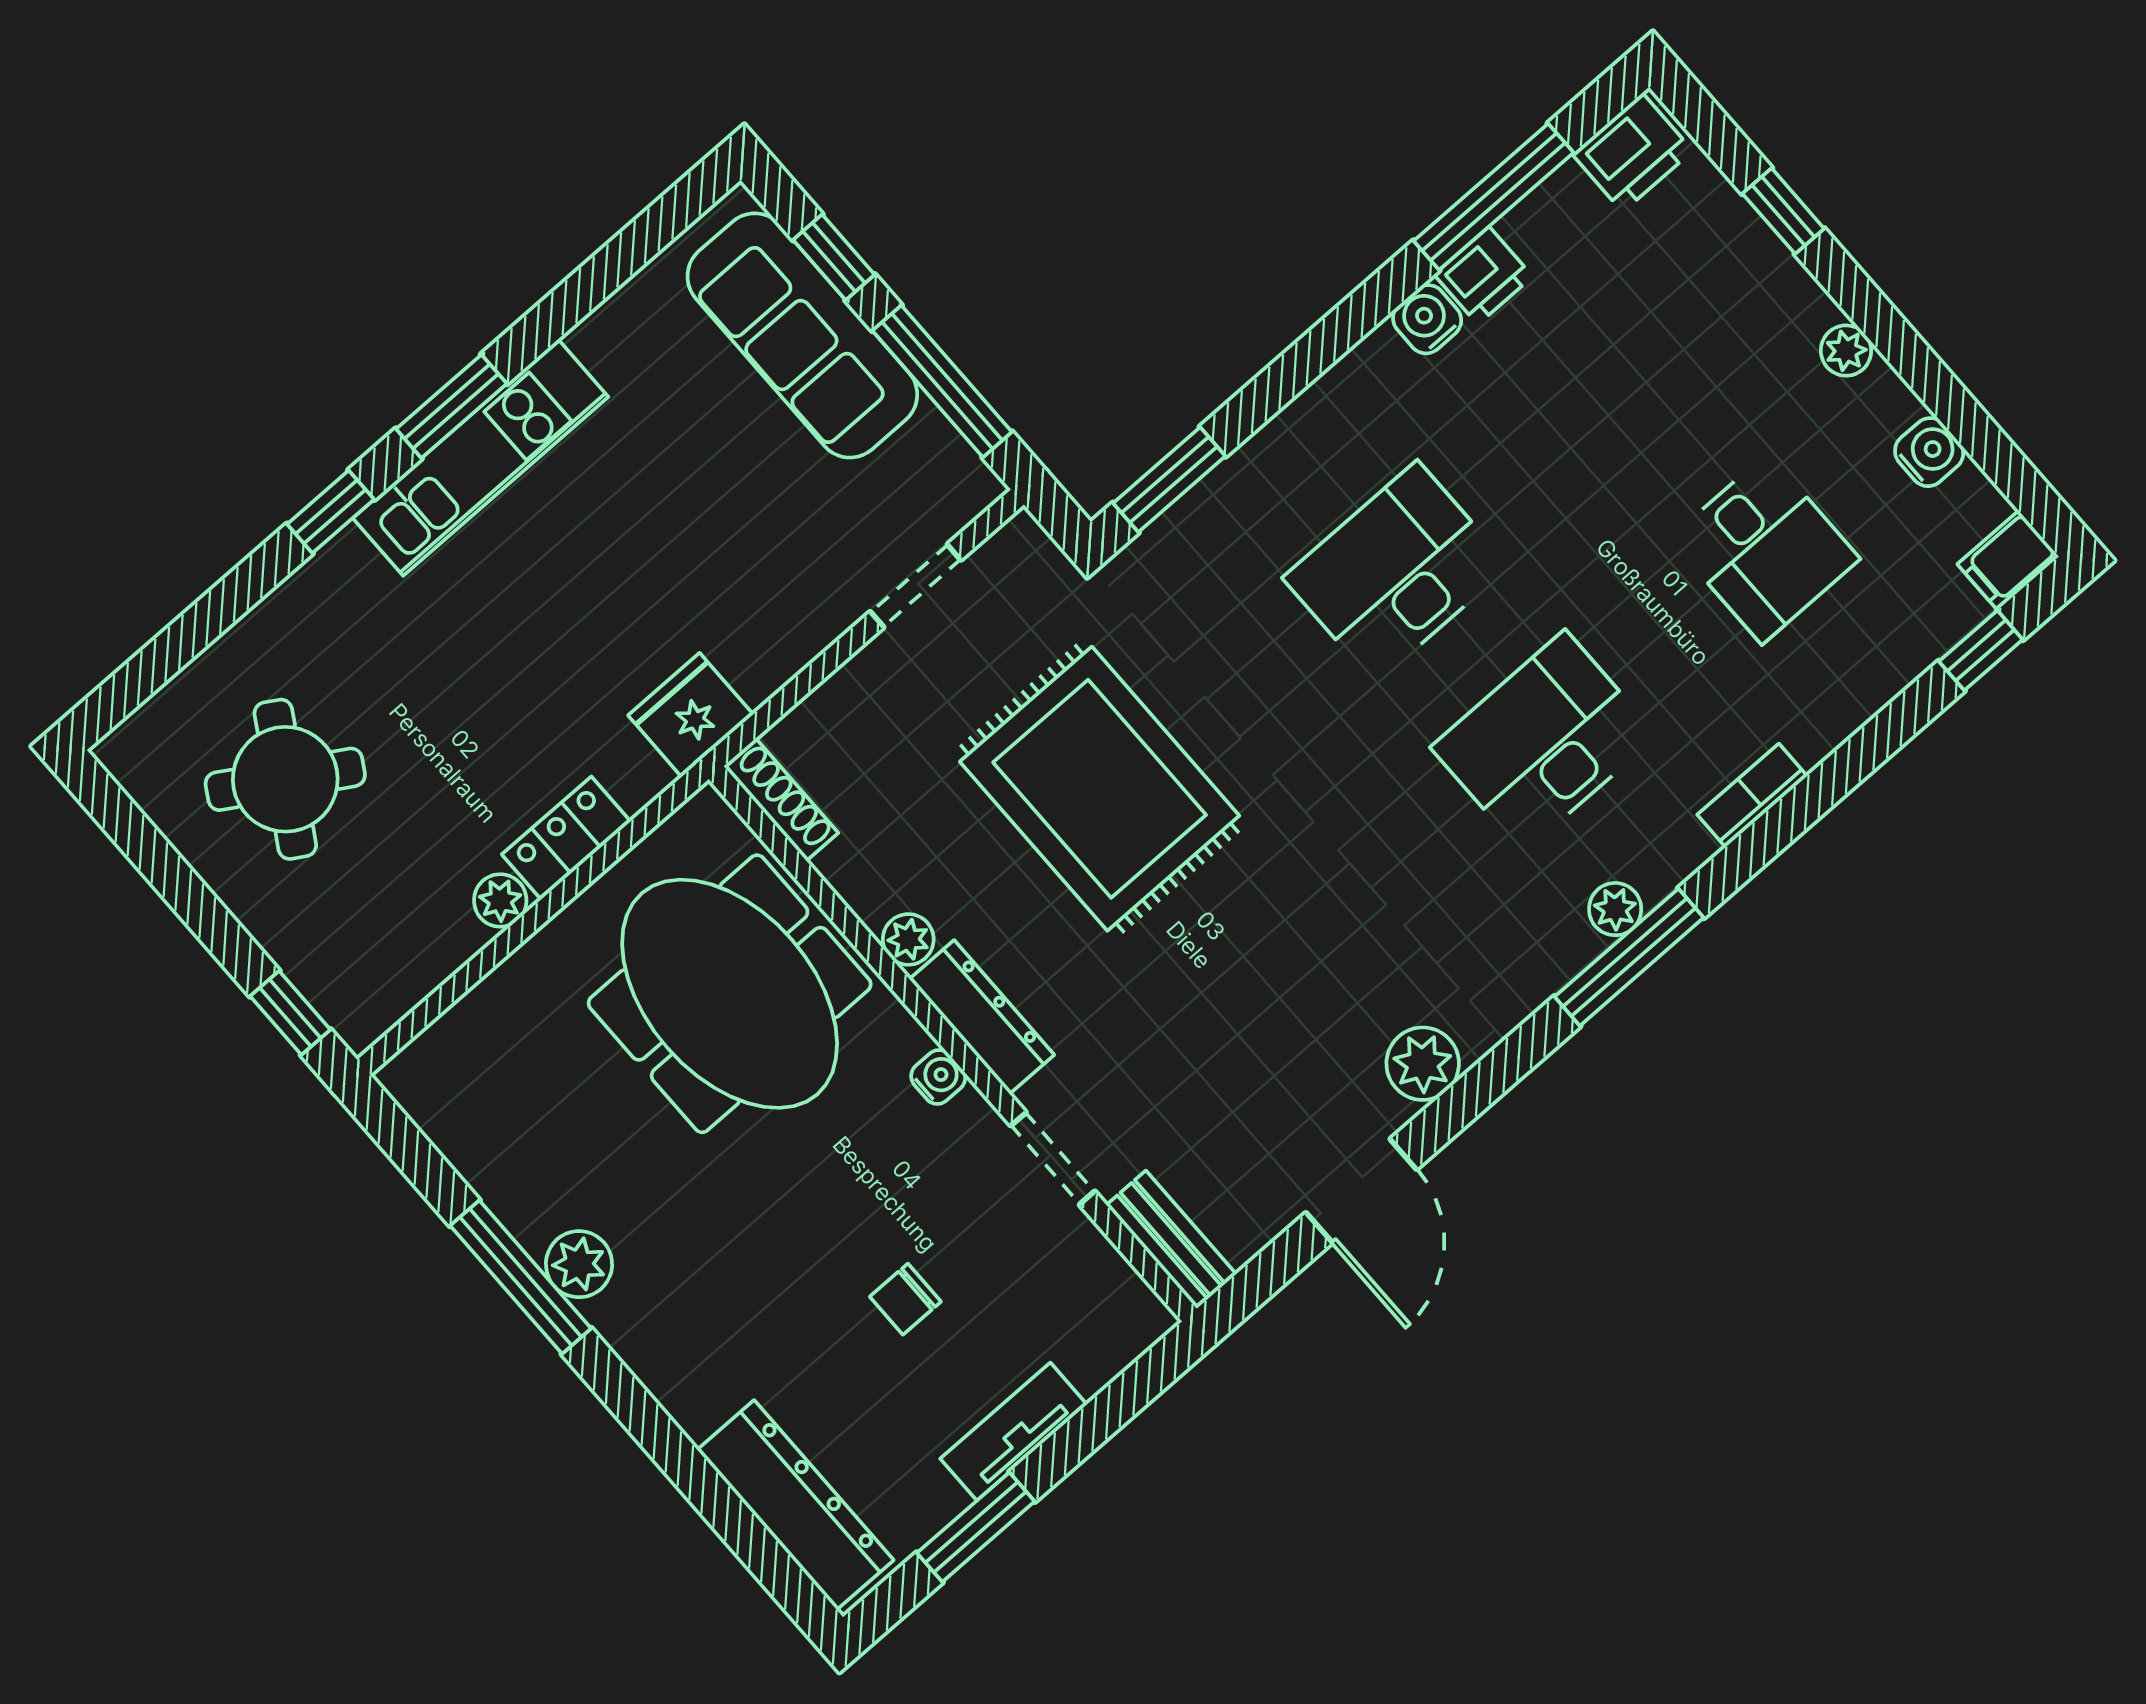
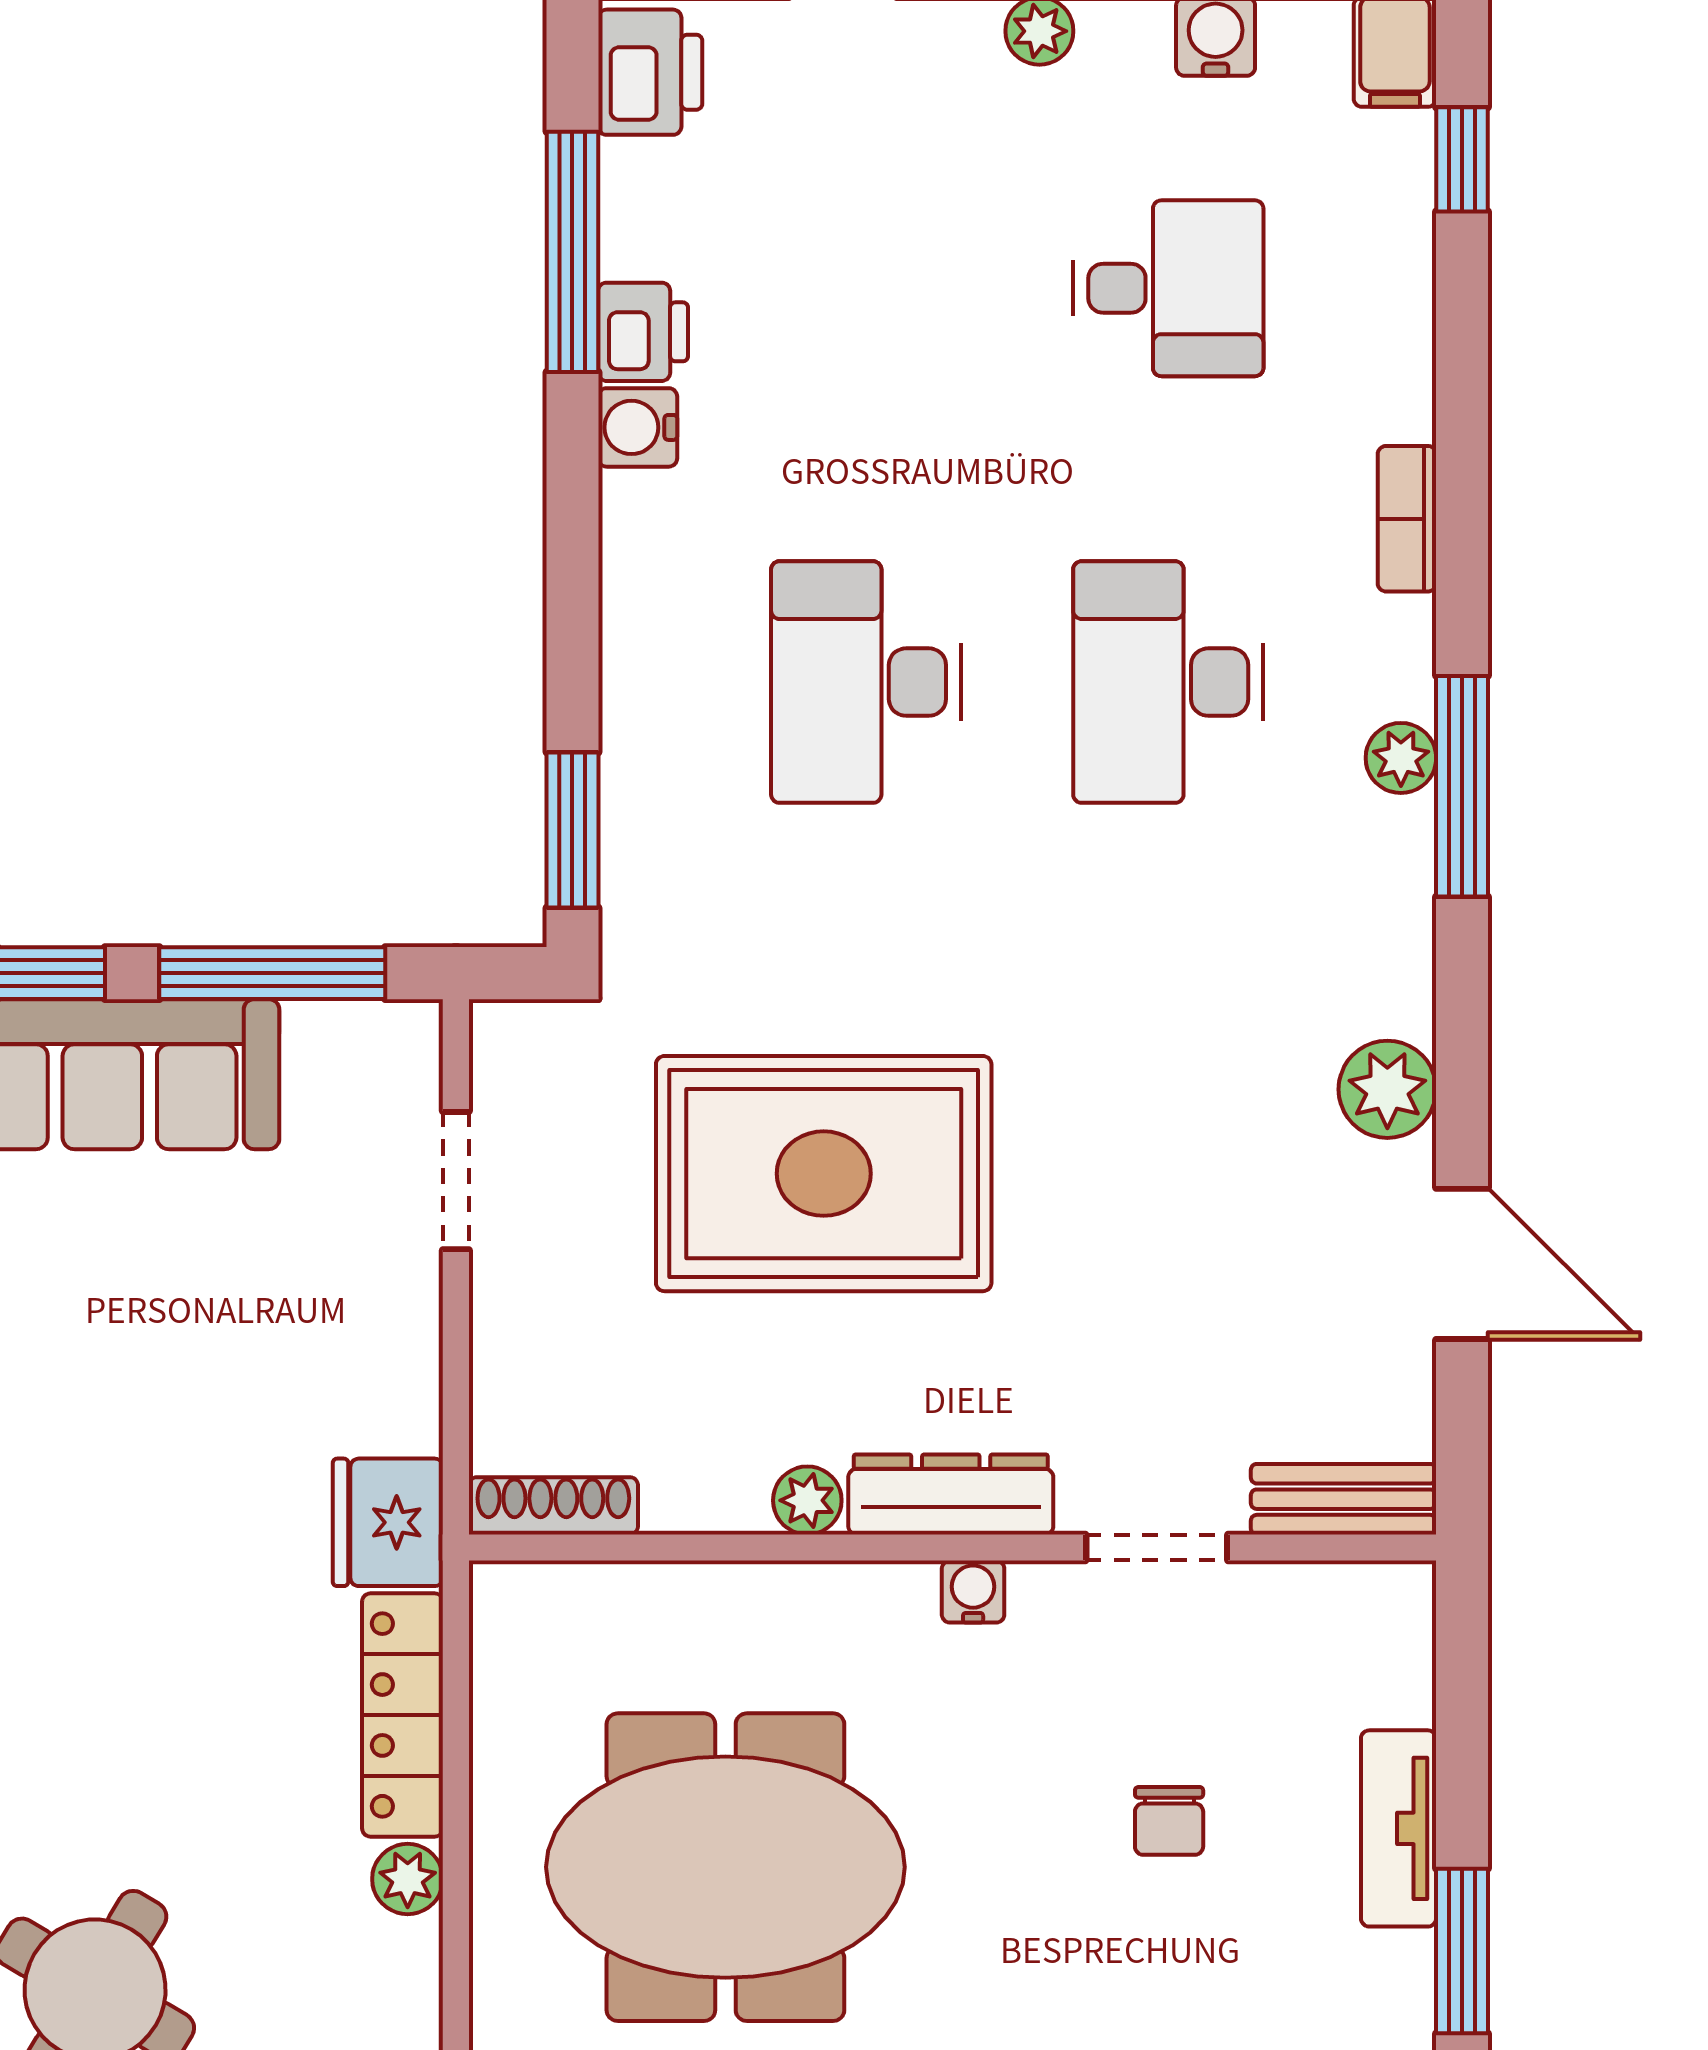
locker: (566, 838) -> (403, 1715), width x1.53
meeting table: (730, 994) -> (725, 1867), moved

